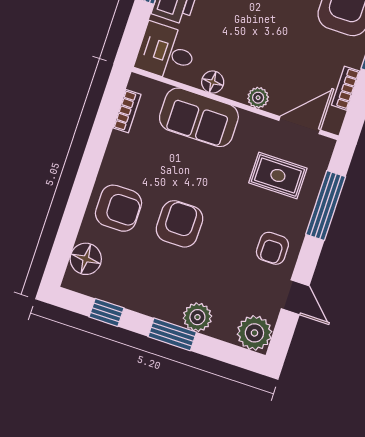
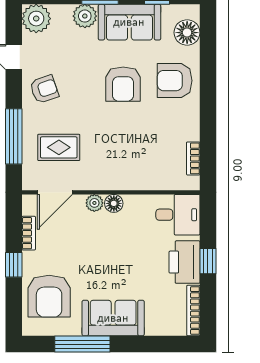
floor lamp: (213, 82) -> (114, 203), moved
sofa: (199, 117) -> (129, 22), moved, turned 180
armchair: (272, 248) -> (44, 89), turned 71

